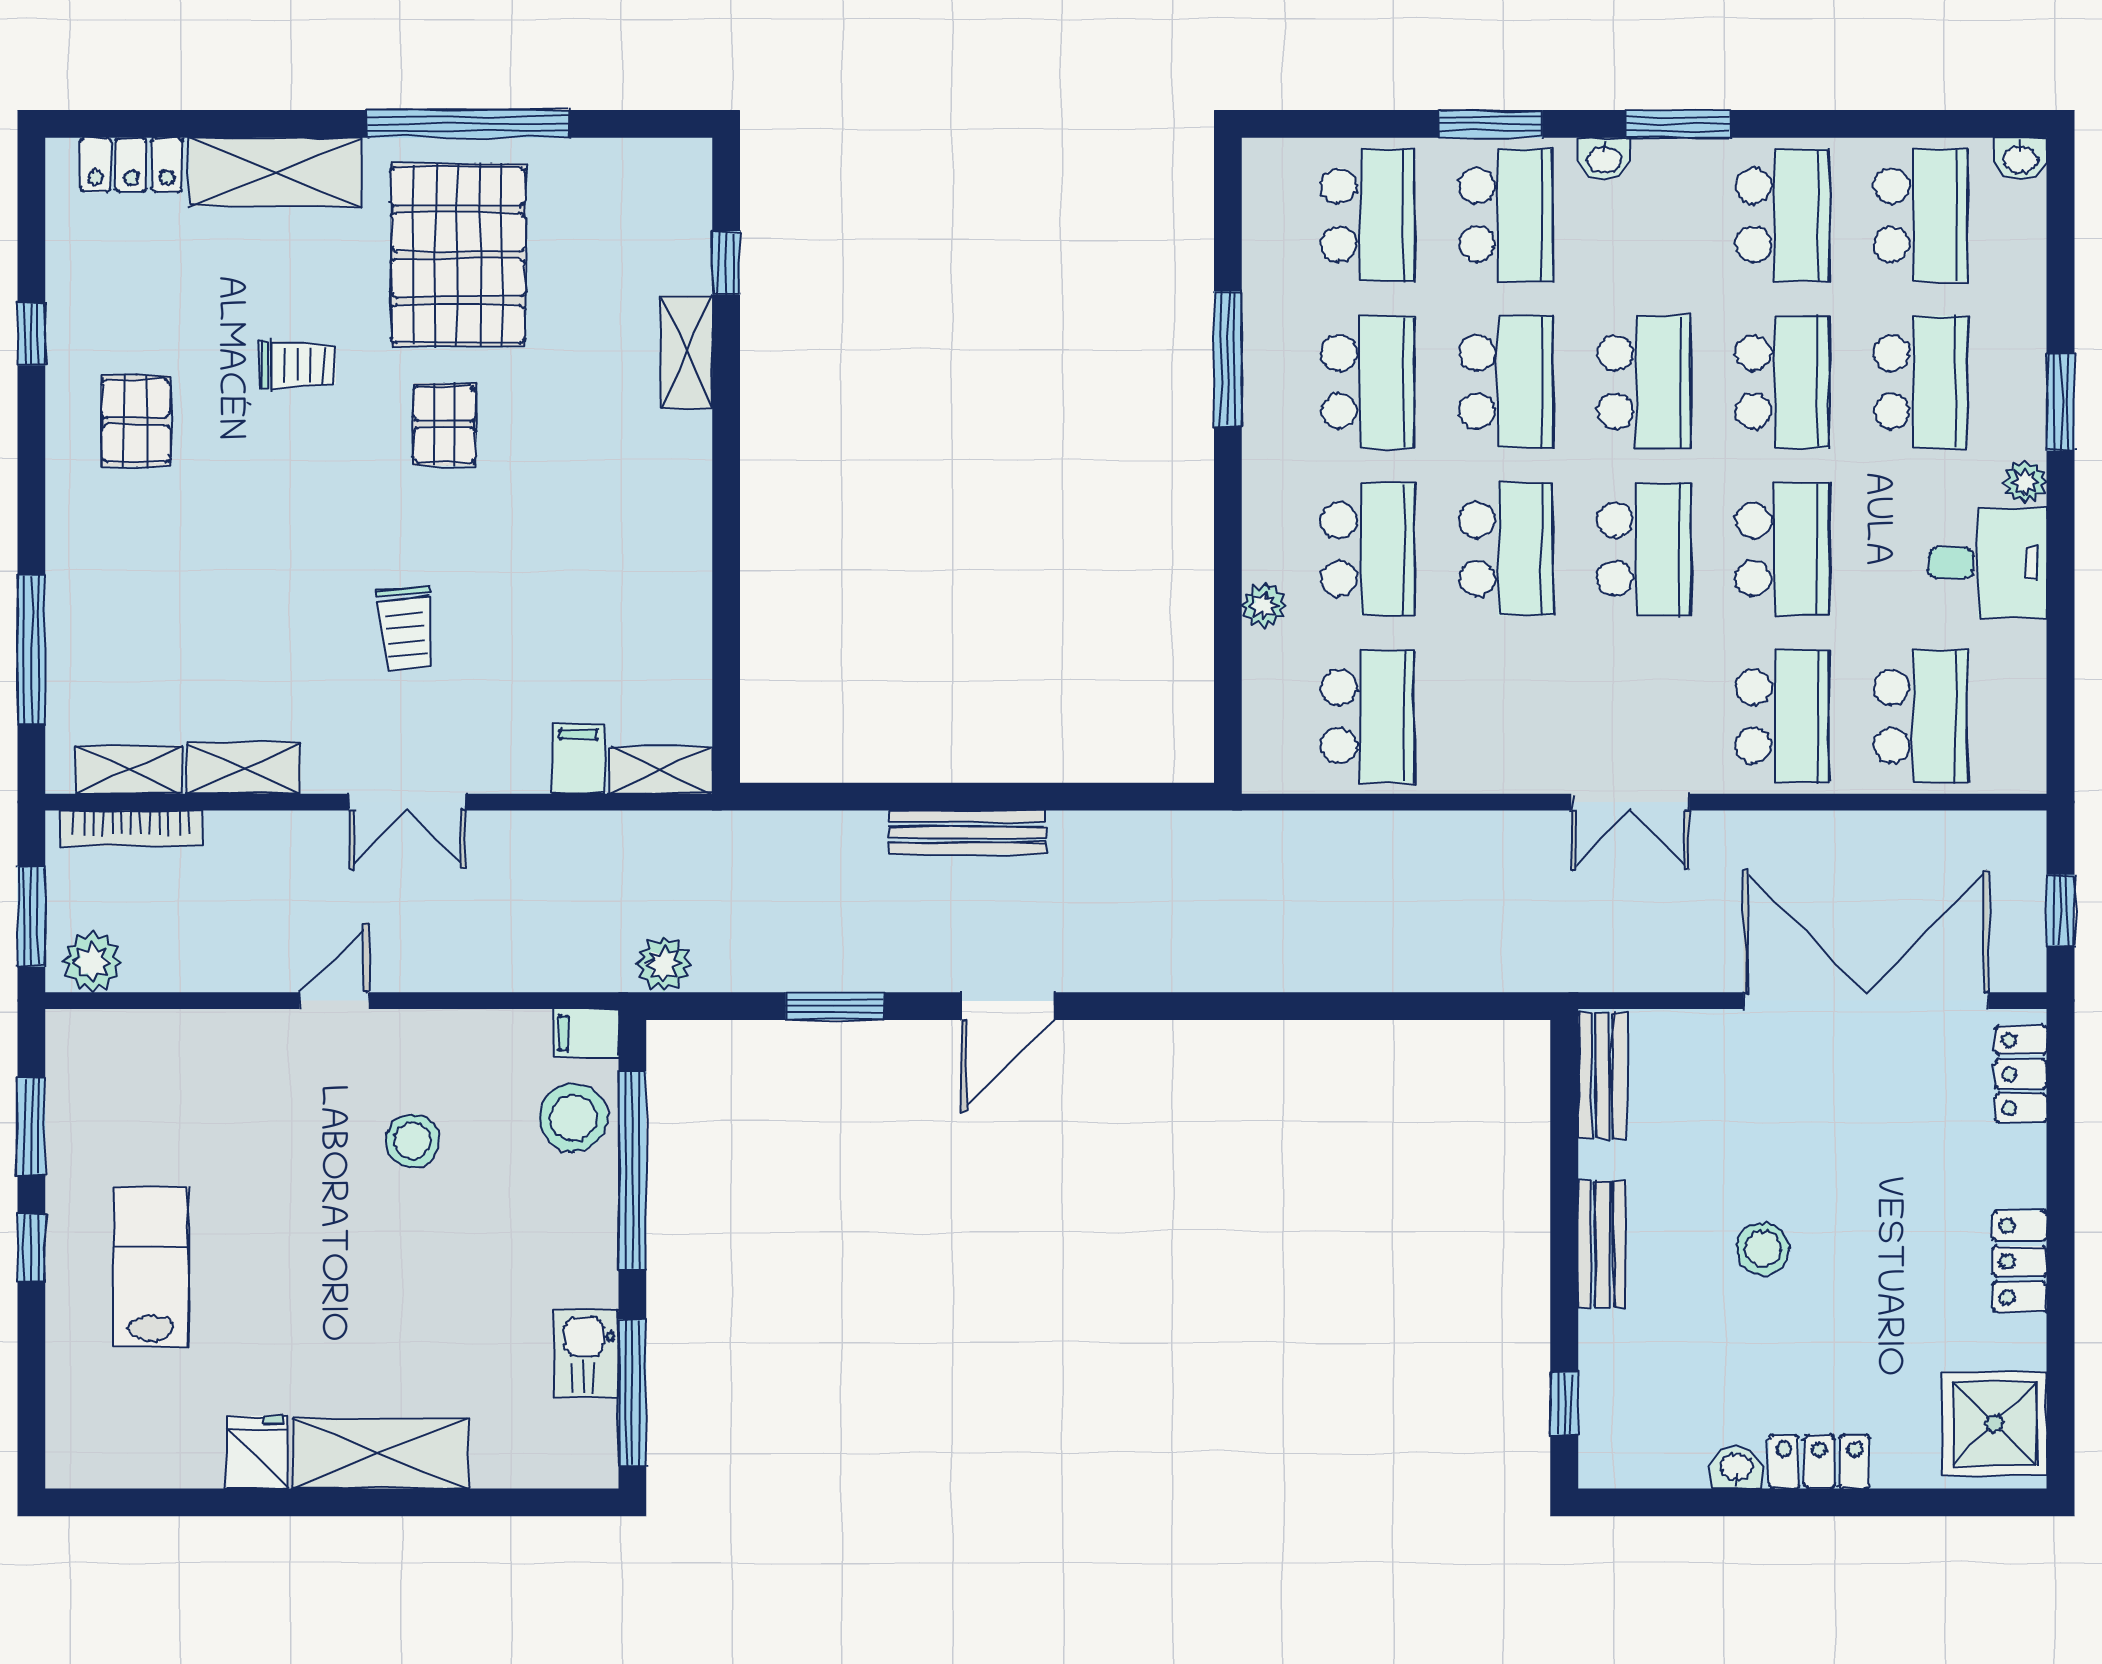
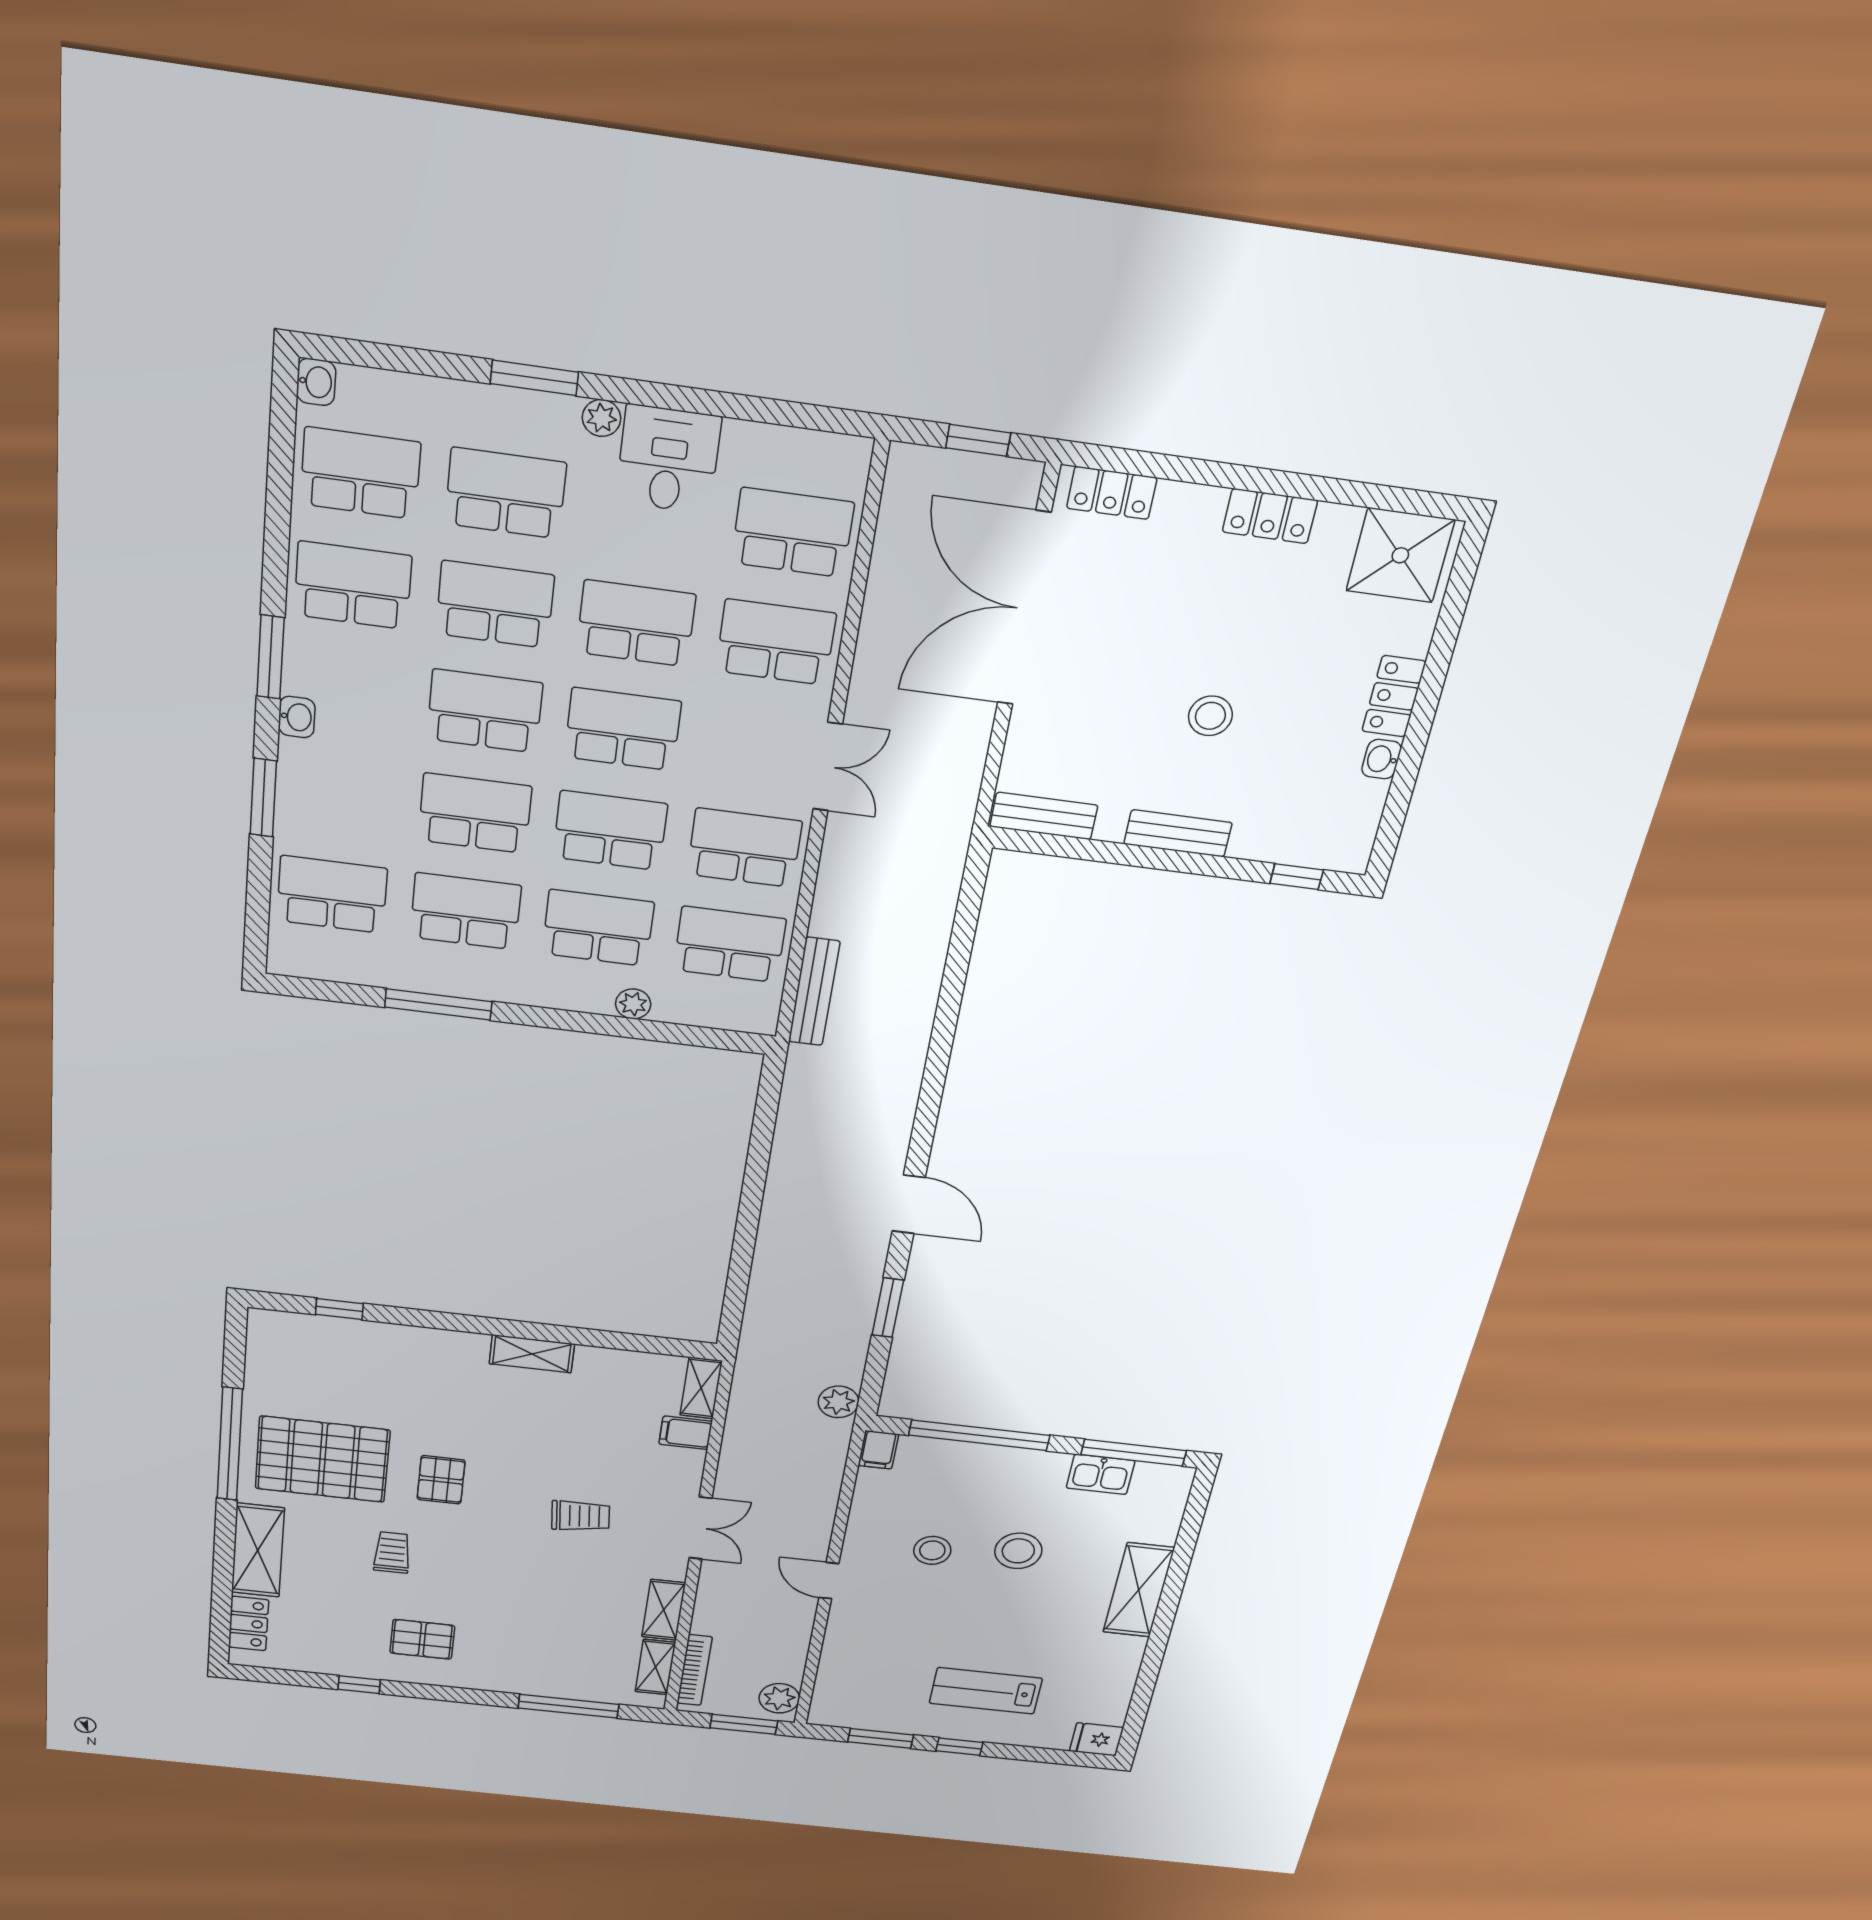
school desk: (1506, 215) -> (744, 848), moved
shelving: (687, 352) -> (532, 1354), moved
pallet: (444, 424) -> (441, 1480), turned 90
bench: (968, 832) -> (814, 992), moved
stool: (573, 1118) -> (1018, 1551), moved
fridge: (257, 1452) -> (1096, 1739), moved

